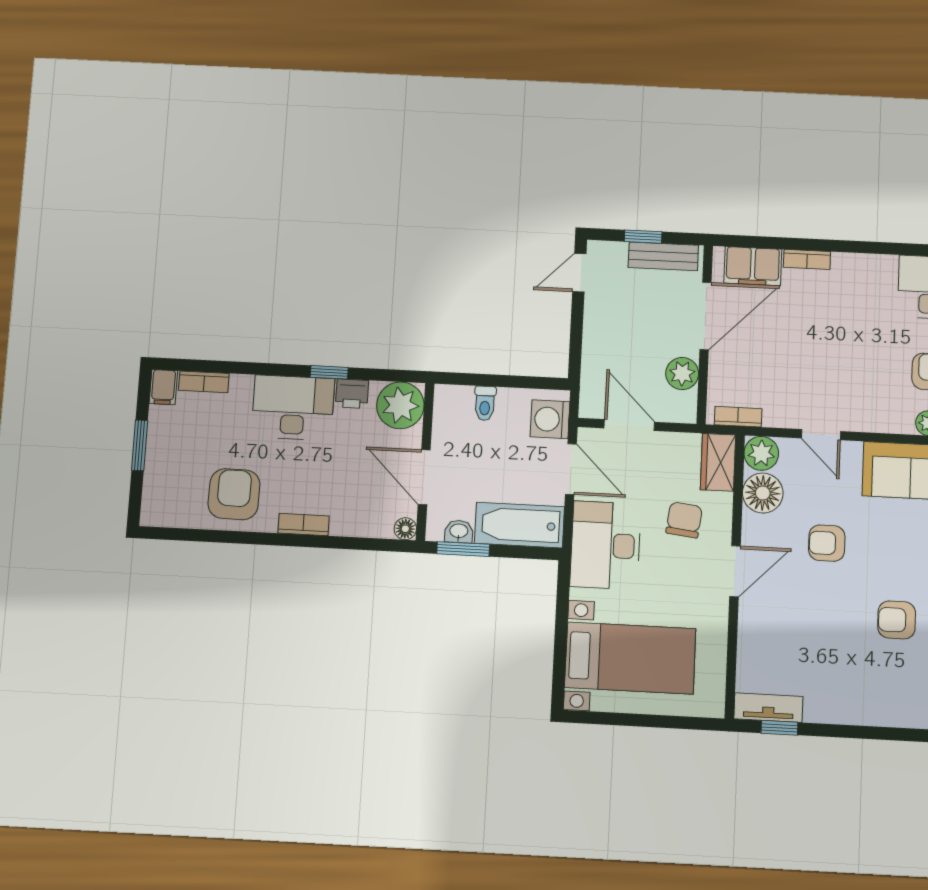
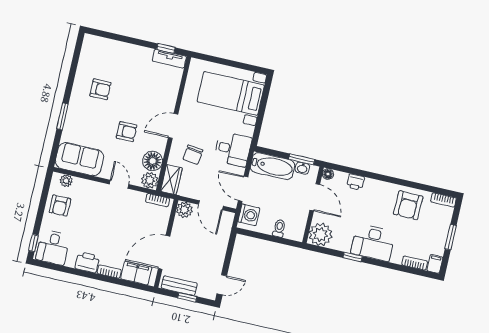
printer: (854, 270) -> (87, 262), added
plant: (682, 374) -> (184, 210), moved
printer: (352, 394) -> (356, 182), moved, turned 180
bookcase: (304, 525) -> (443, 200), moved
desk: (605, 545) -> (233, 149), width x0.73

